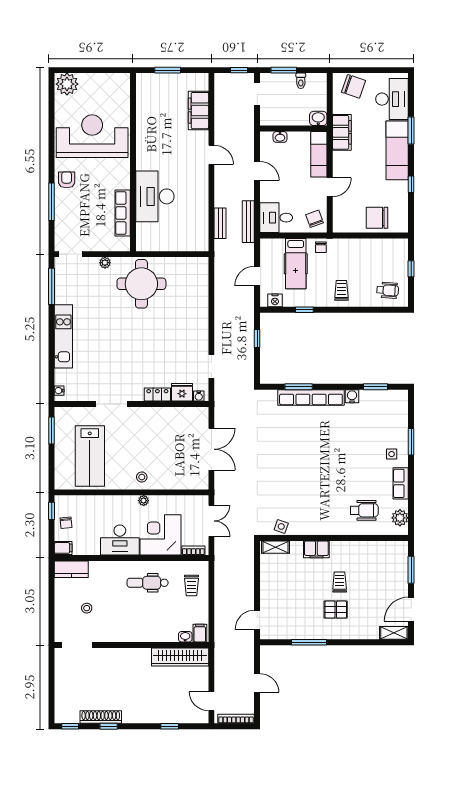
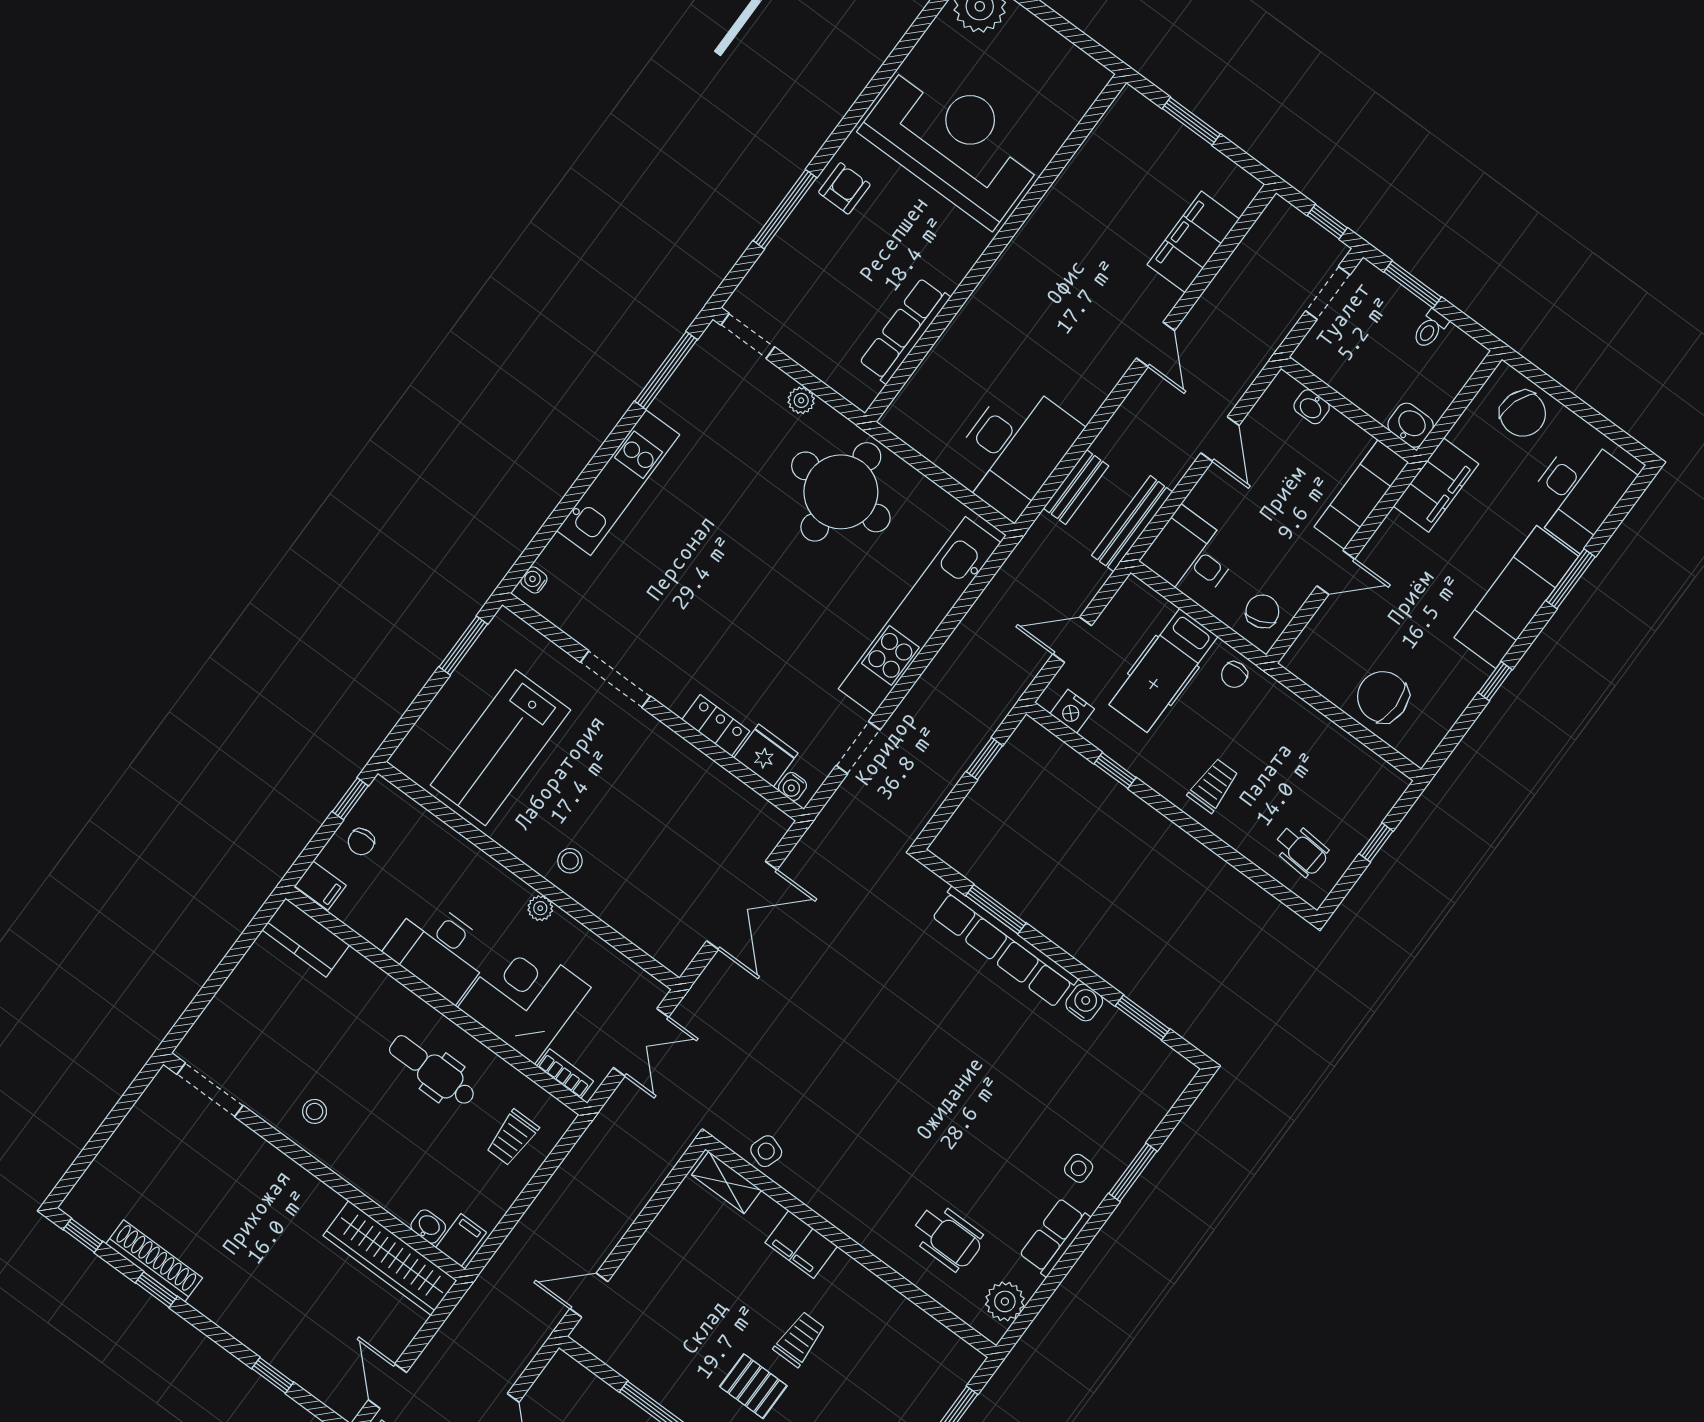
desk: (155, 196) -> (1014, 449), moved, turned 180
kitchen unit: (199, 306) -> (920, 616), added
stool: (87, 608) -> (315, 1111), moved

